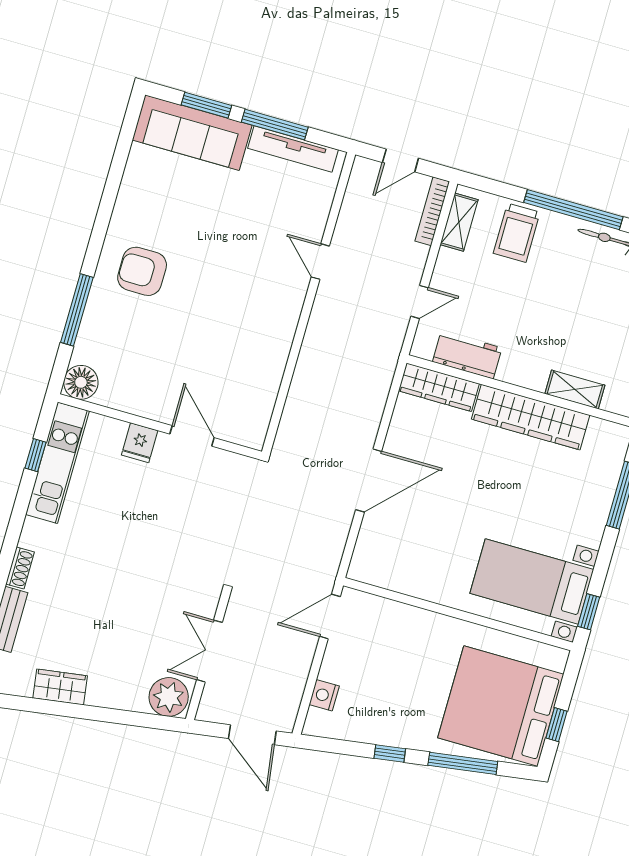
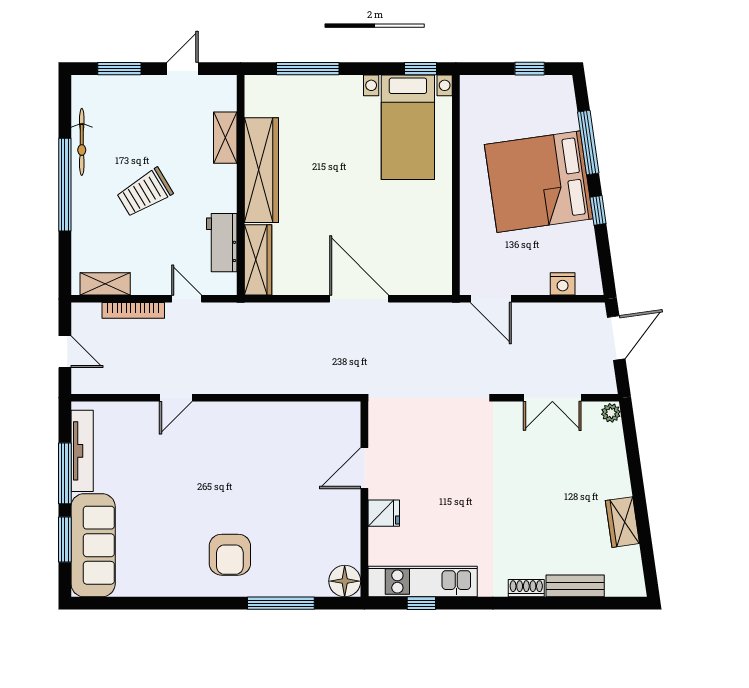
bookcase: (432, 211) -> (133, 310), moved
trolley: (517, 233) -> (145, 193), moved, turned 149
plant: (169, 697) -> (611, 413), width x0.53, depth x0.53
bed: (501, 706) -> (539, 182), moved, turned 82

